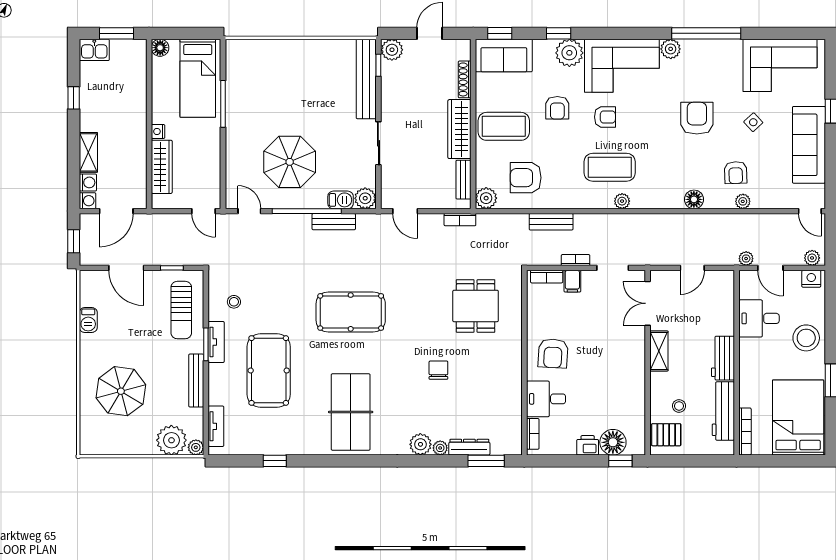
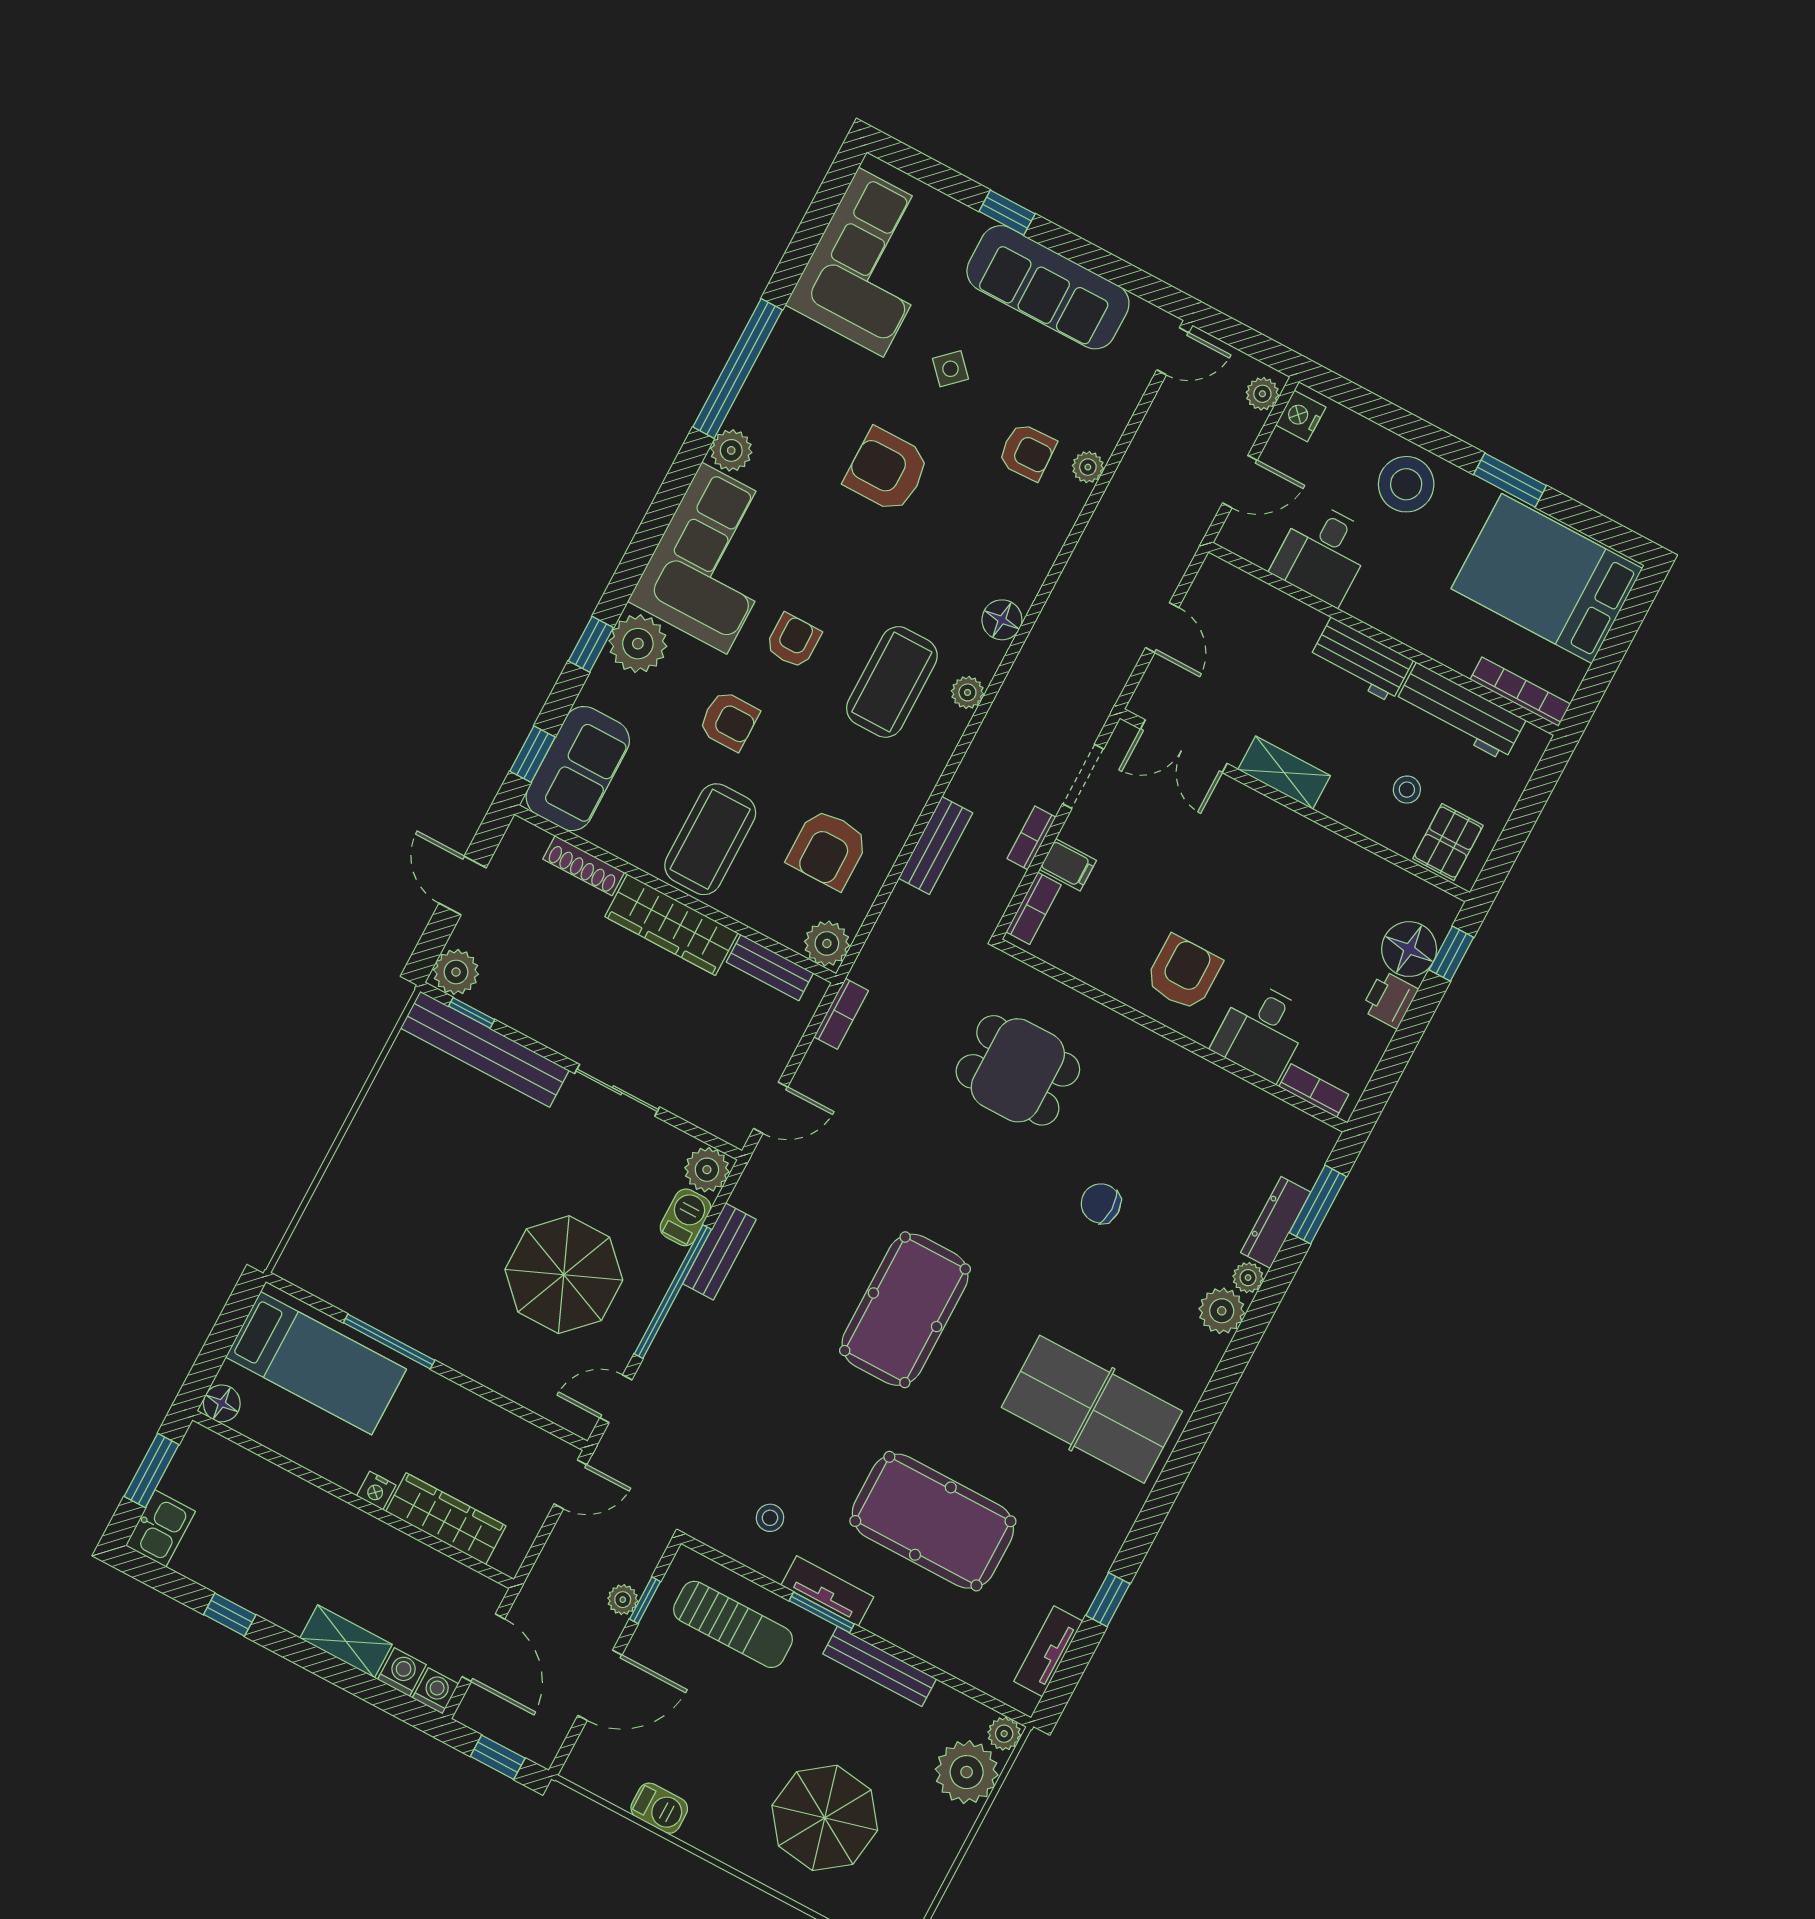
floor lamp: (694, 199) -> (1002, 620), moved
plant: (746, 259) -> (623, 1600), moved
armchair: (553, 353) -> (1184, 973), turned -93
tv unit: (216, 426) -> (1048, 1651), moved, turned -90

